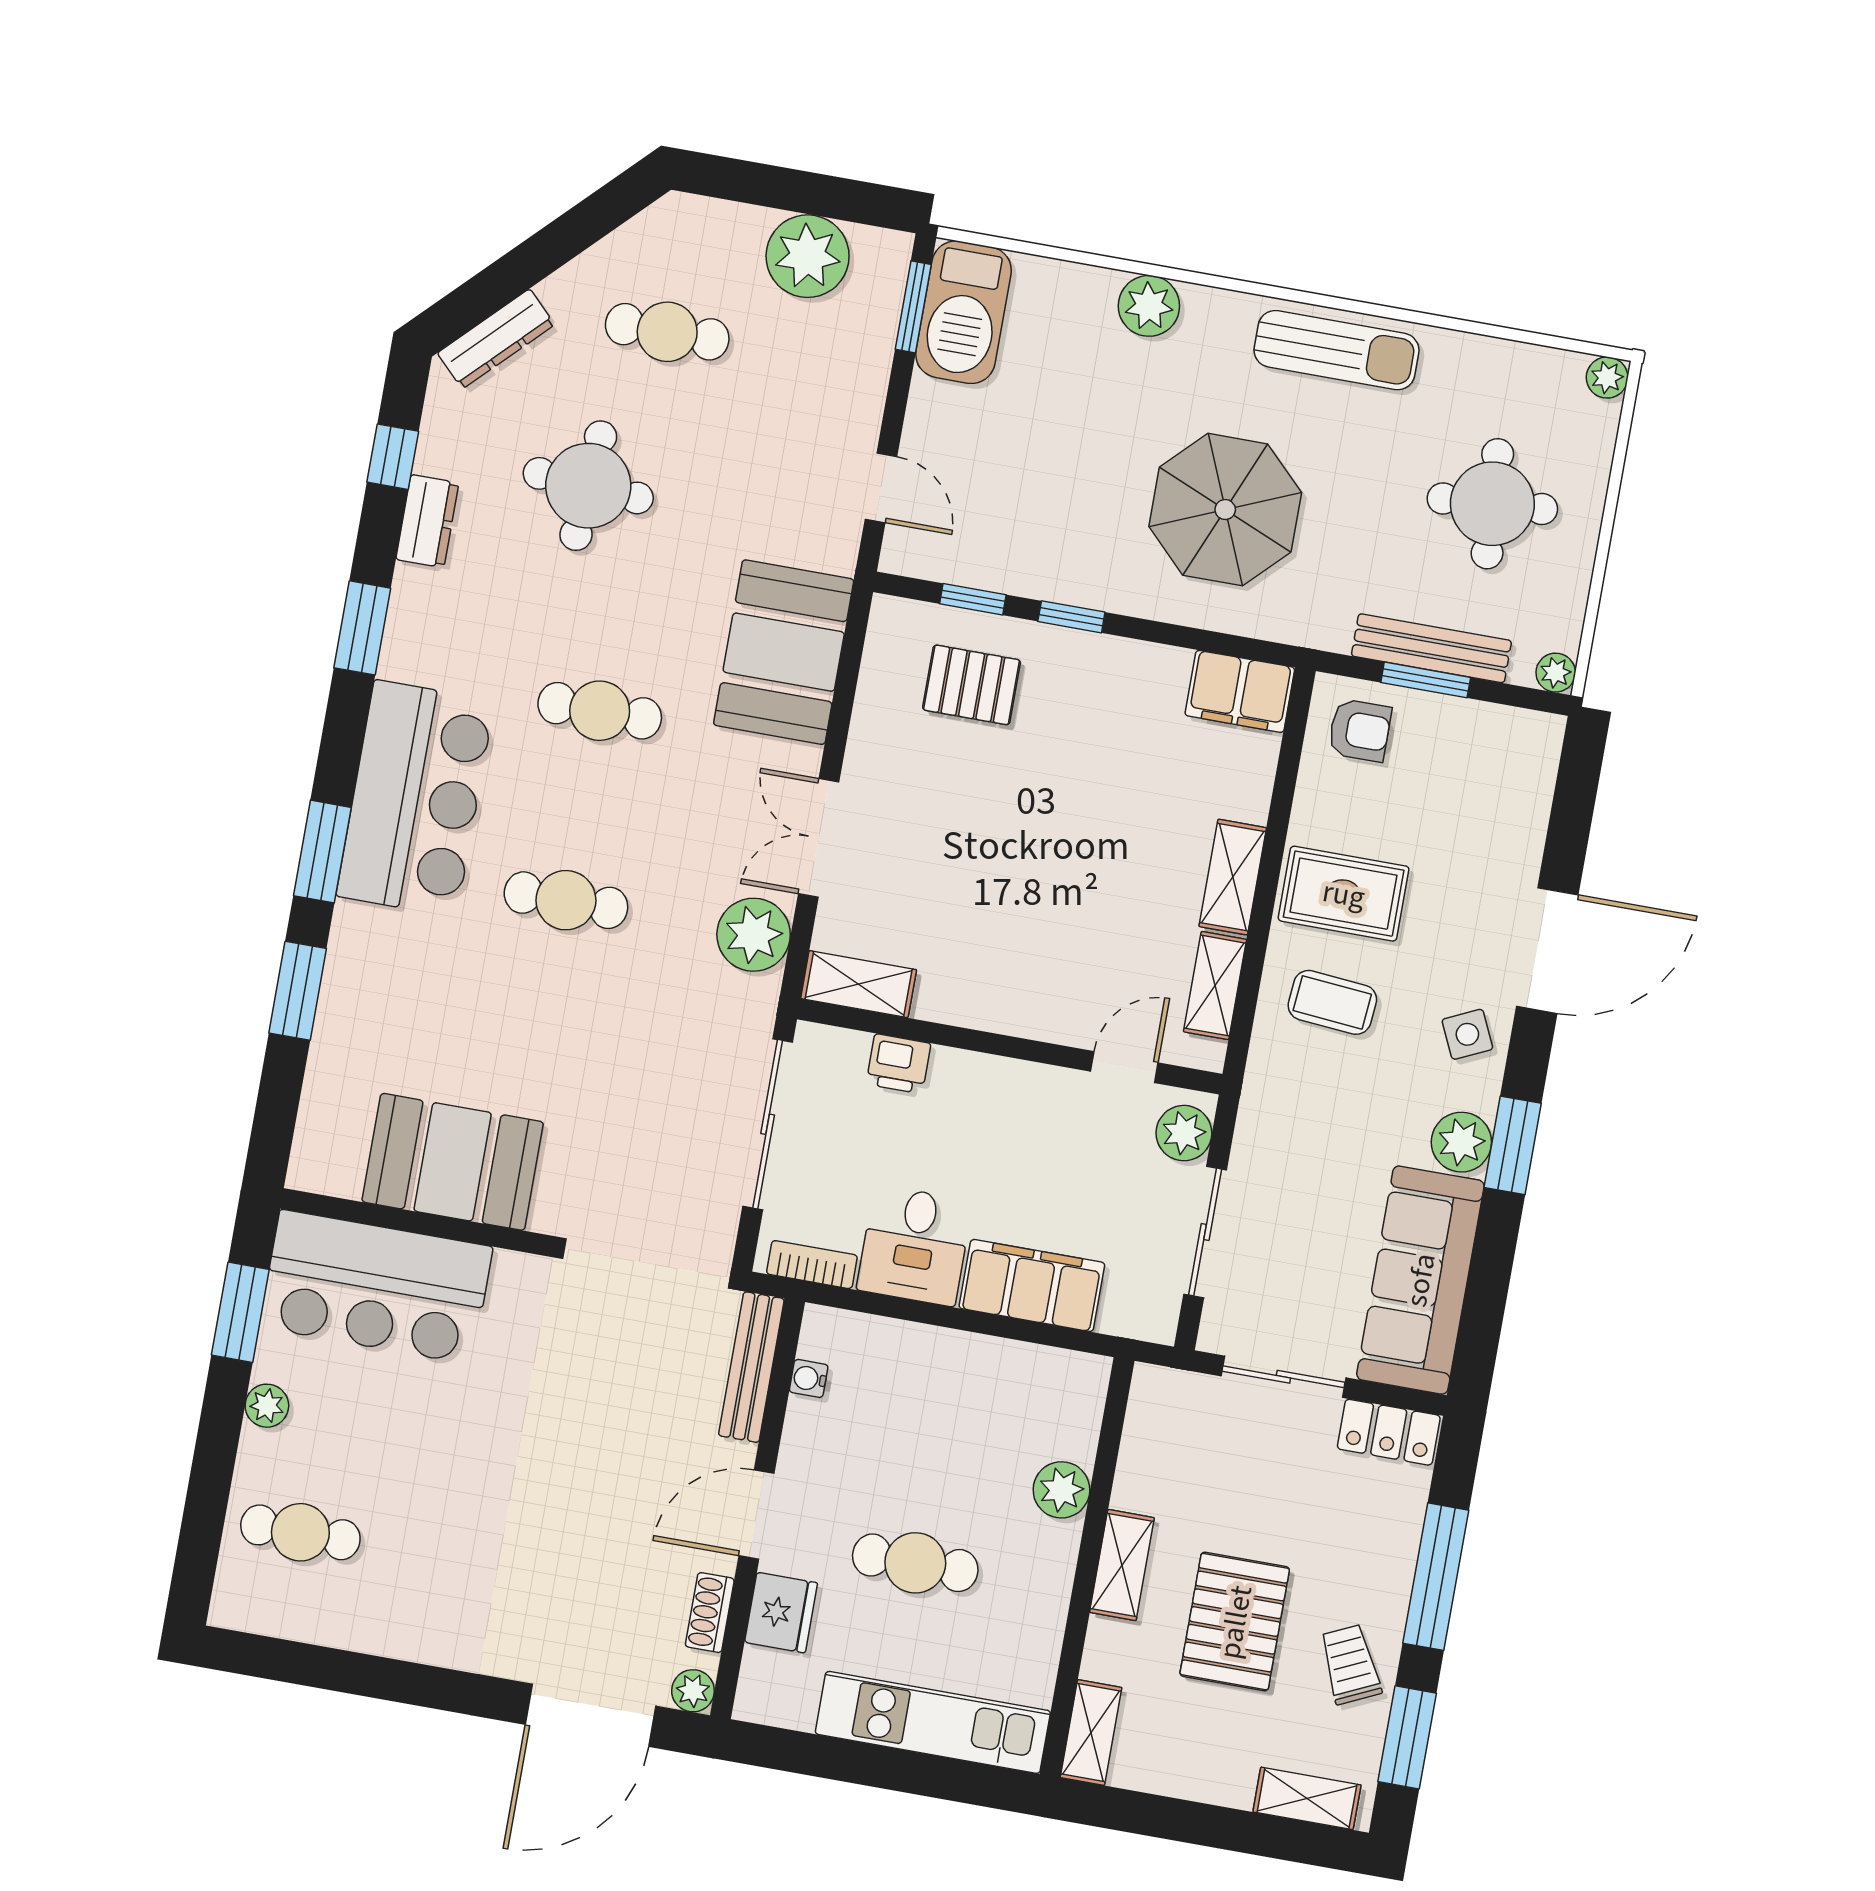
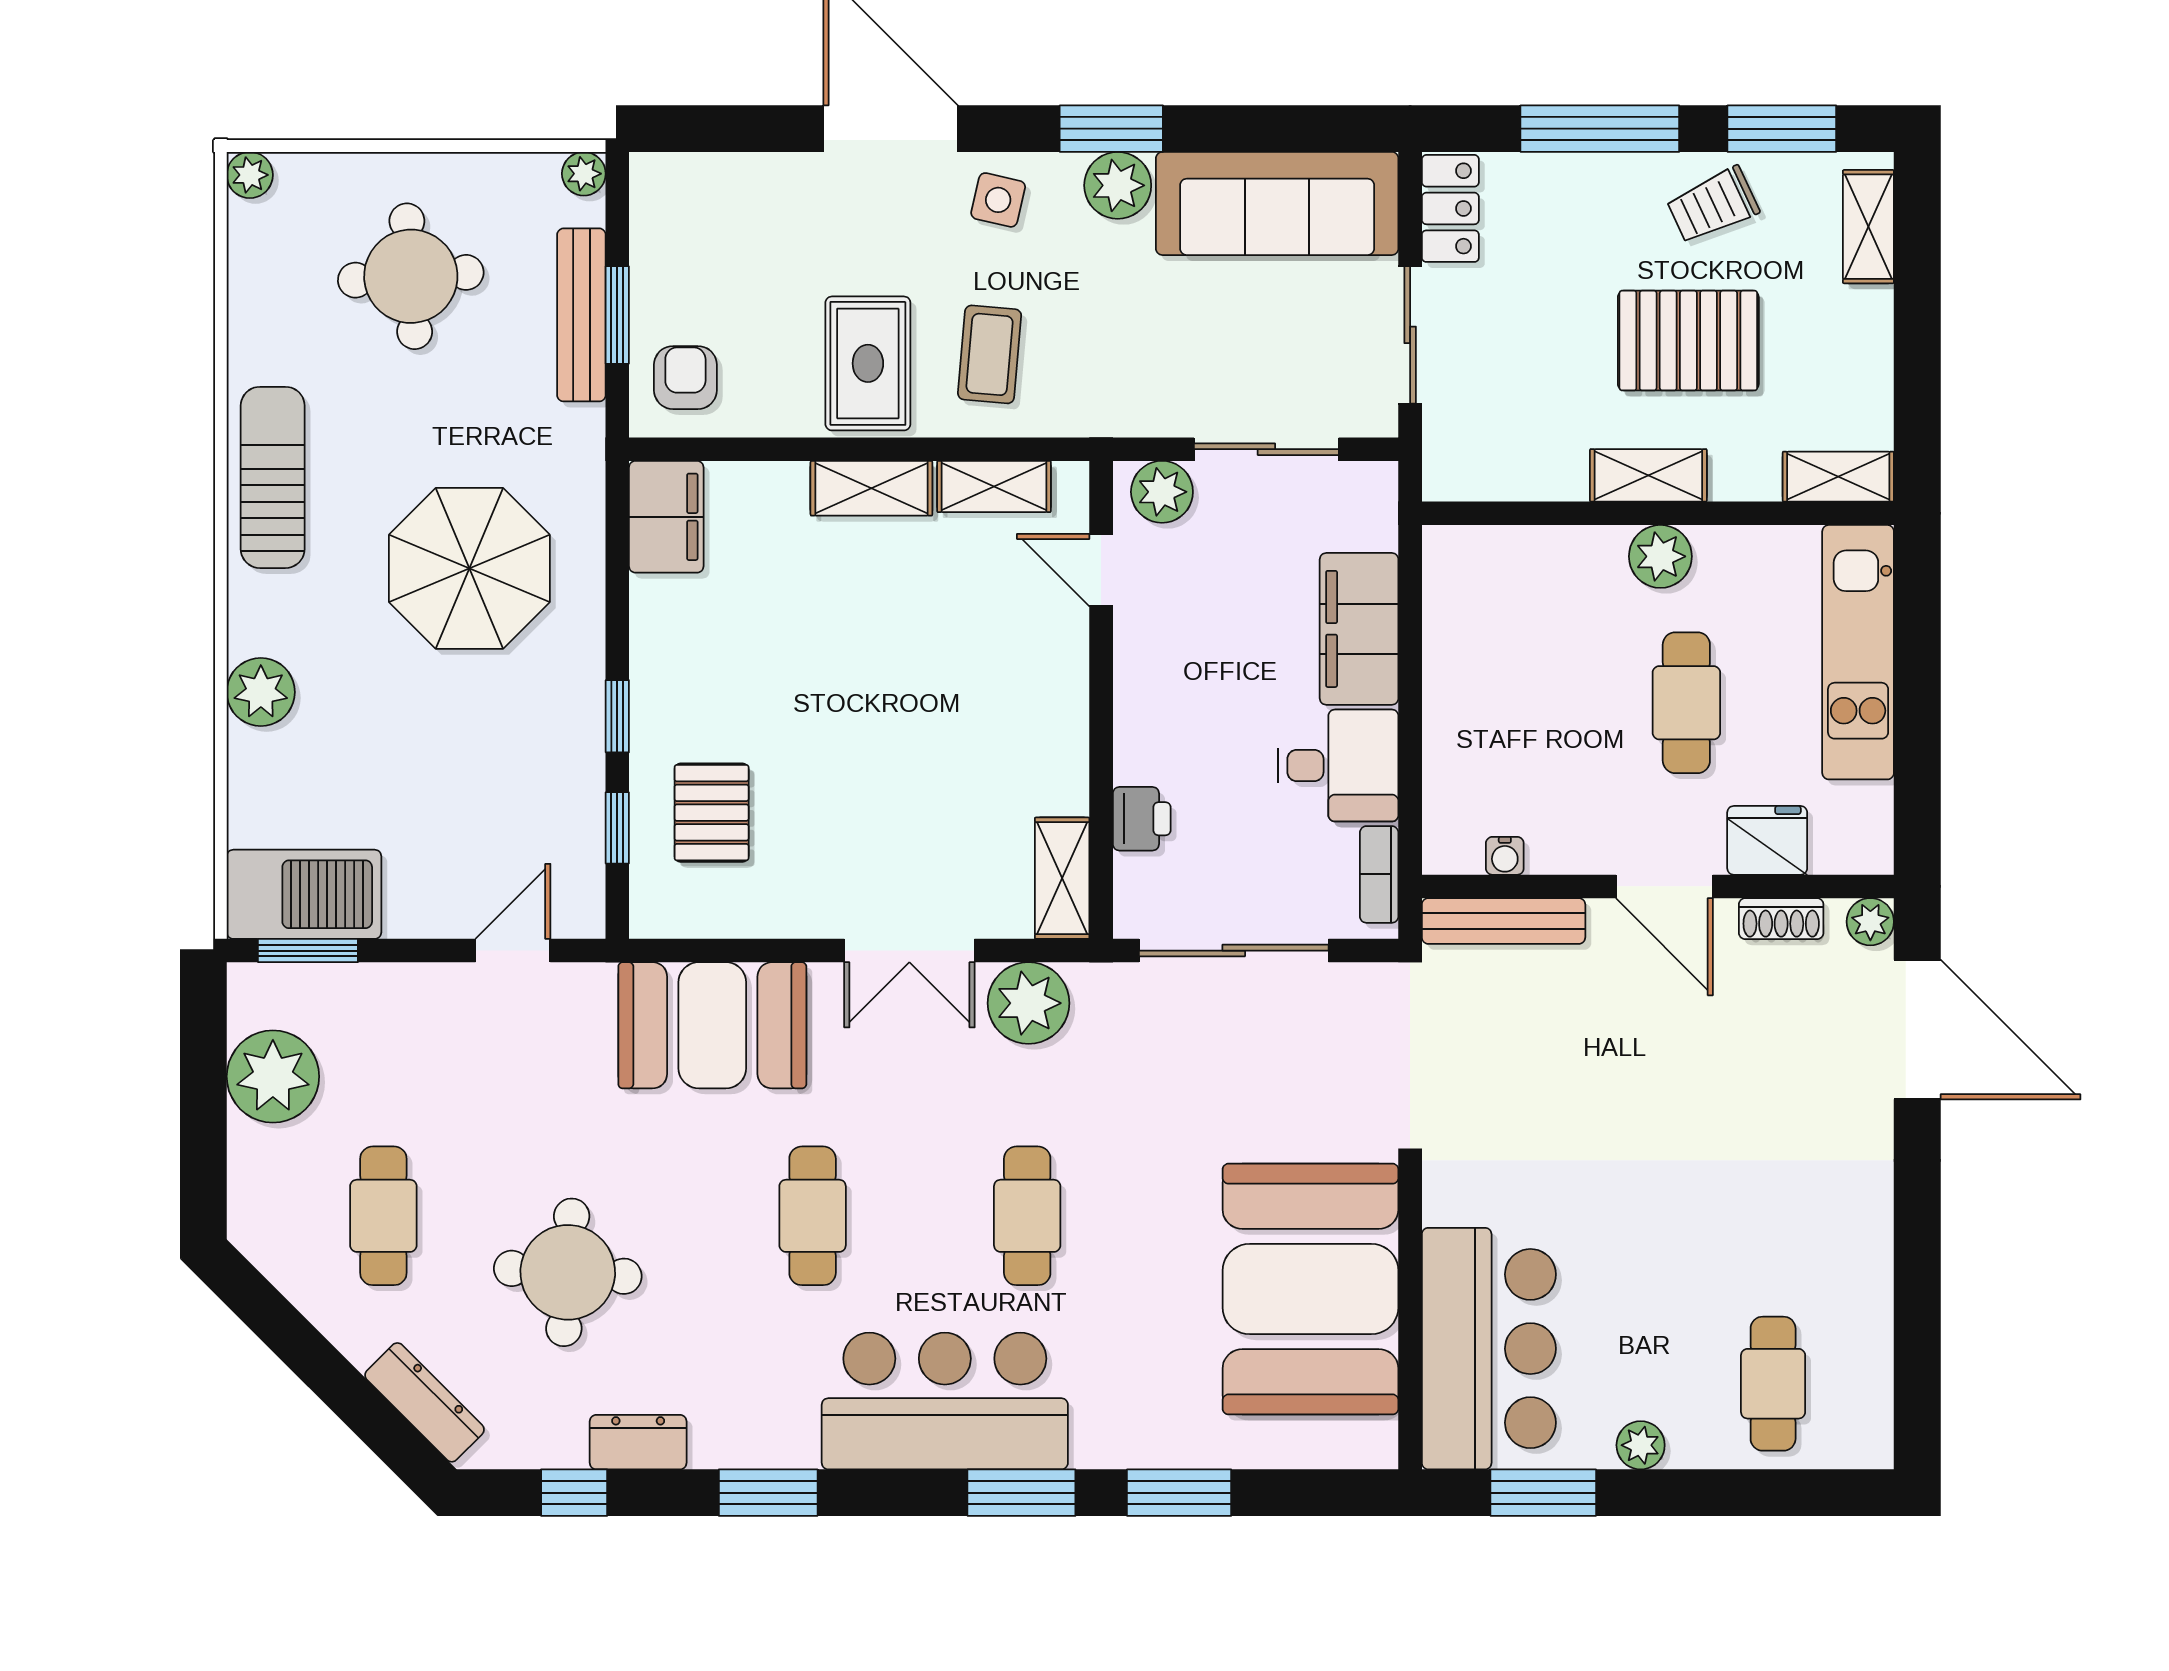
side table: (1467, 1034) -> (998, 200), turned 38
booth: (453, 1162) -> (1310, 1289), width x1.36, depth x1.42
plant: (1061, 1490) -> (1660, 556), moved

